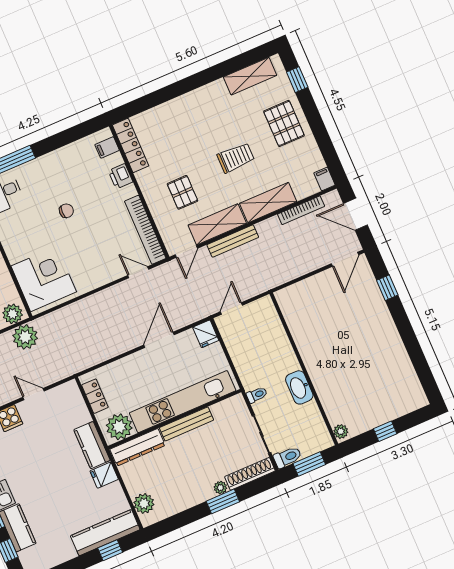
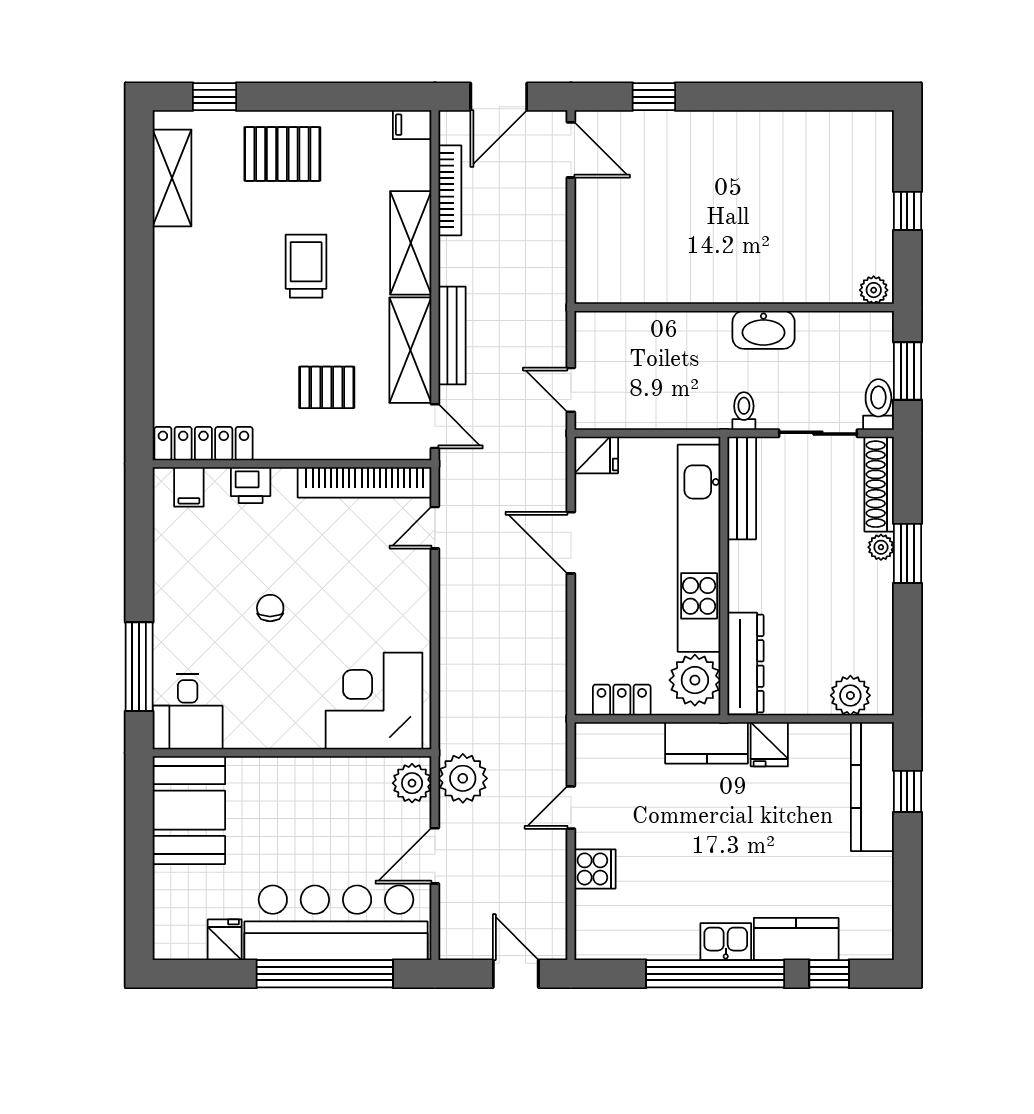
bench: (186, 424) -> (742, 488), moved

